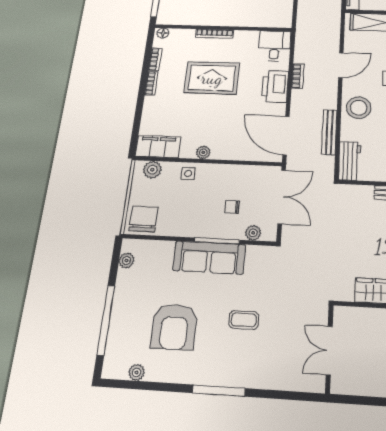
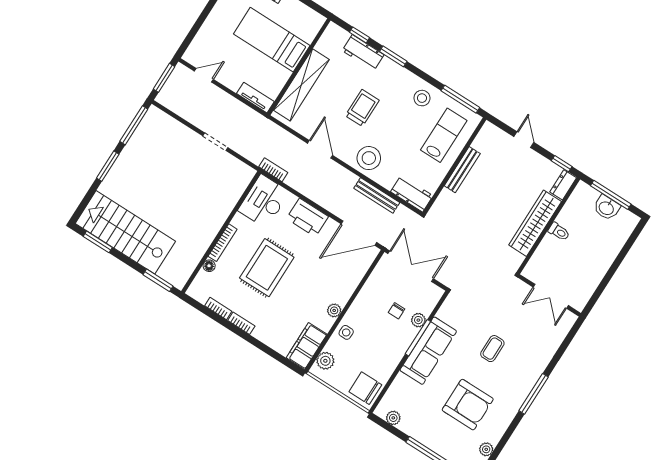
floor lamp: (163, 33) -> (209, 266), moved
desk: (275, 46) -> (264, 201), width x1.37
bookcase: (298, 76) -> (273, 170), moved
plant: (253, 233) -> (418, 320), moved

